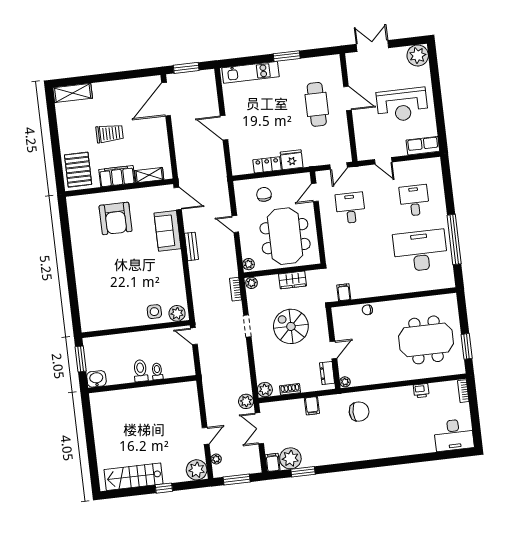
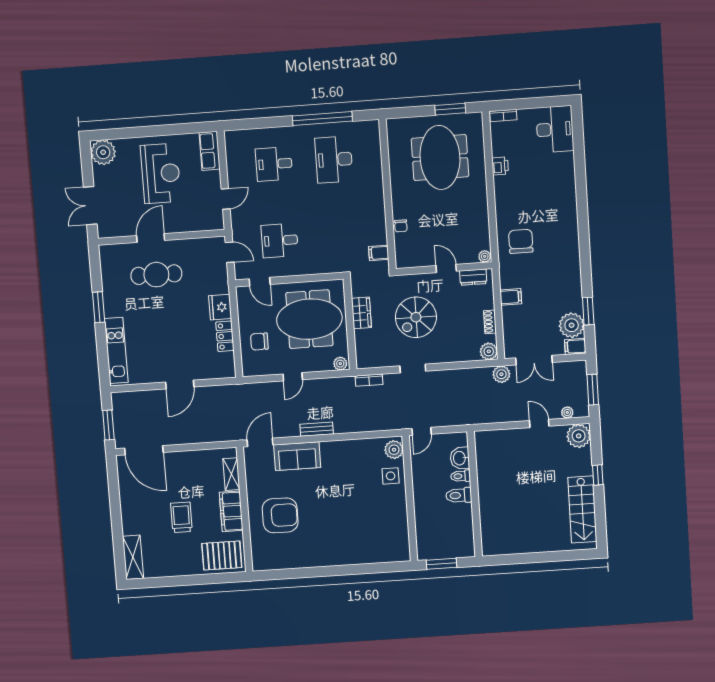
desk: (420, 251) -> (334, 160), width x0.73, depth x0.77
plant: (252, 283) -> (363, 361), removed
washbasin: (96, 379) -> (460, 458), moved

